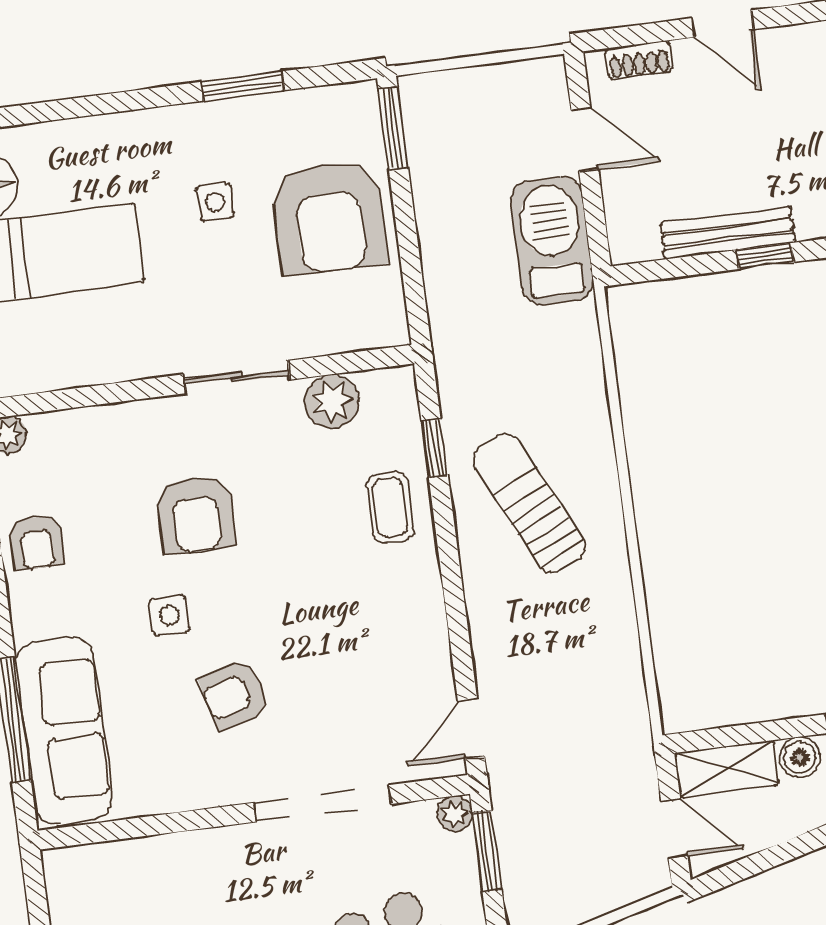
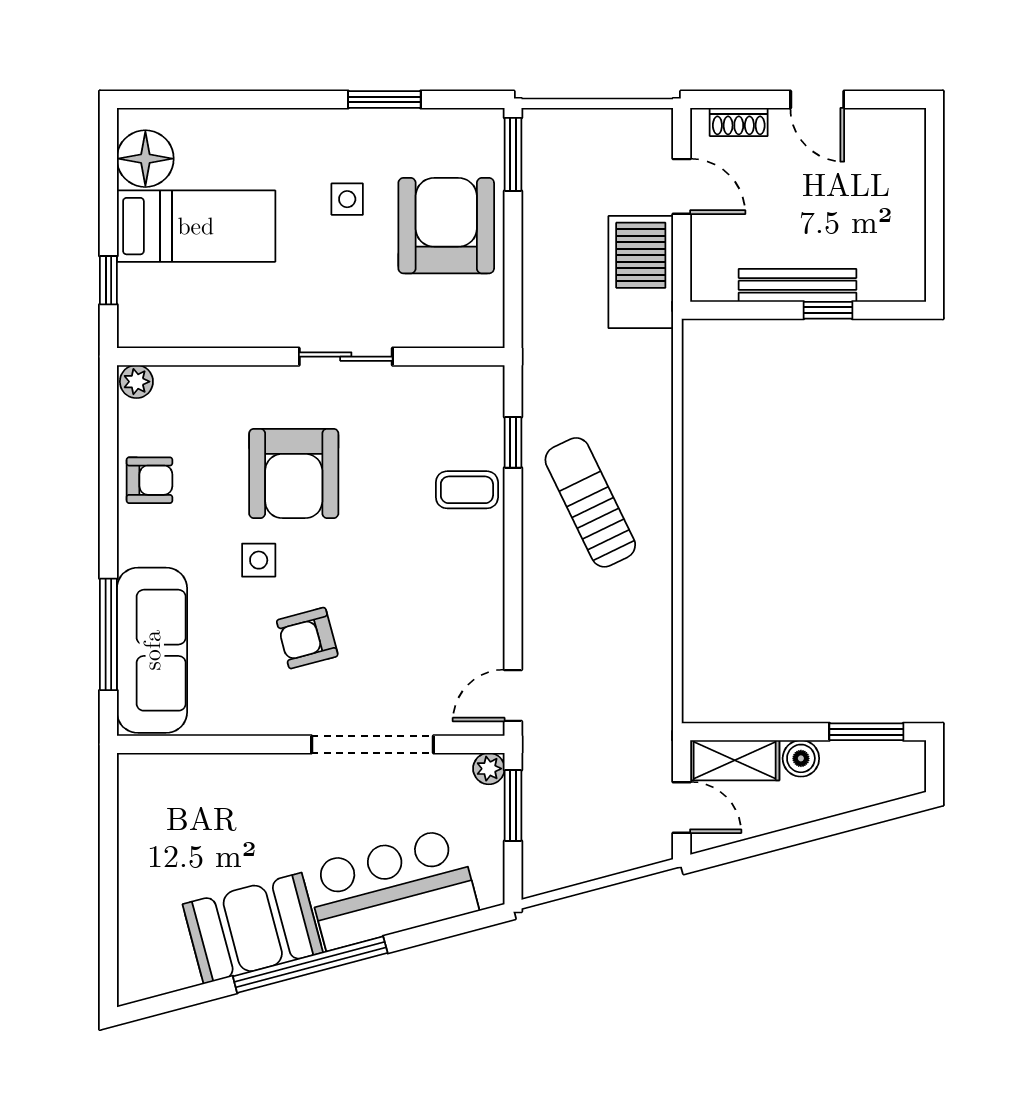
armchair: (329, 217) -> (446, 226), turned 180
plant: (332, 401) -> (427, 389), removed
coffee table: (390, 507) -> (467, 490), turned 90
armchair: (196, 514) -> (294, 473), width x1.36, depth x1.36
armchair: (37, 542) -> (149, 480), turned -90

